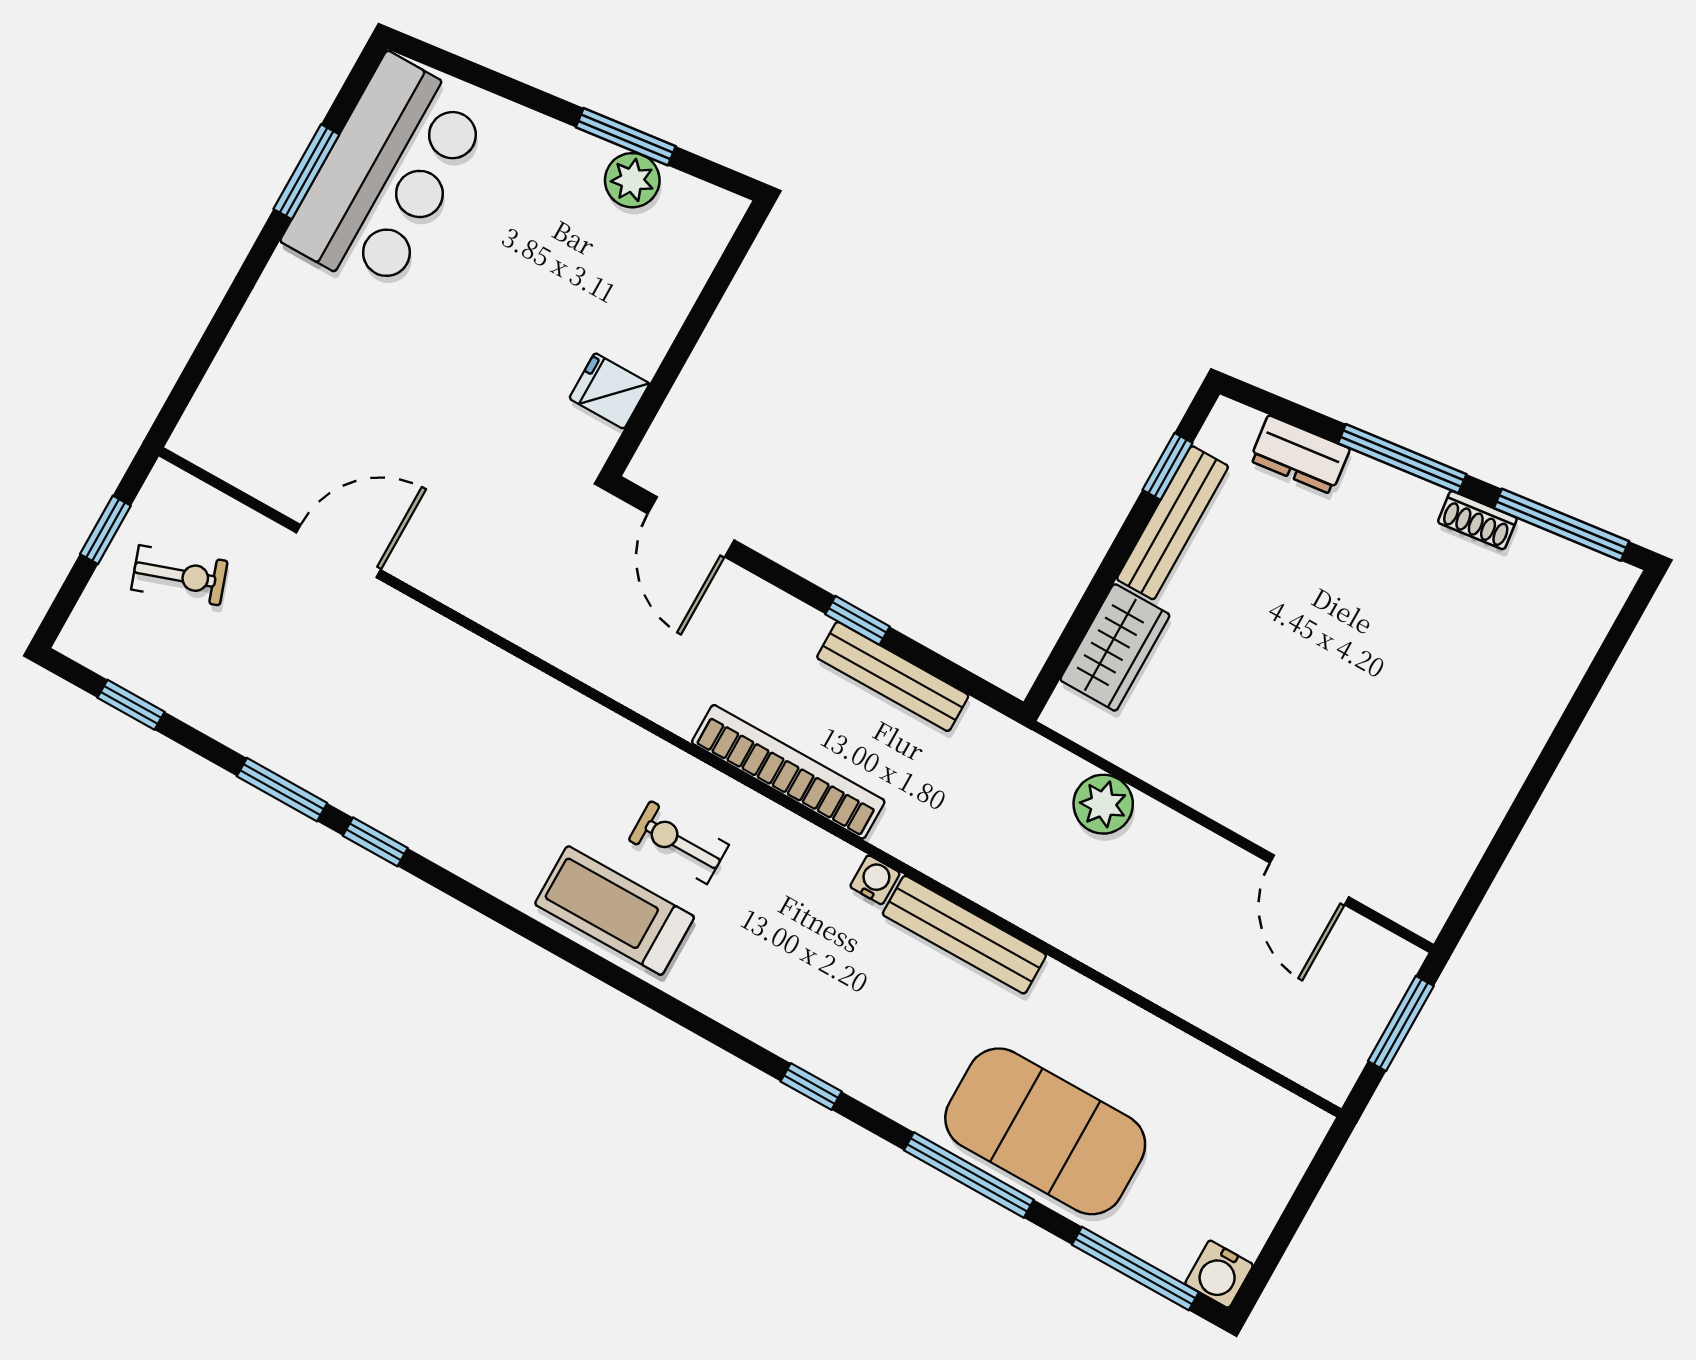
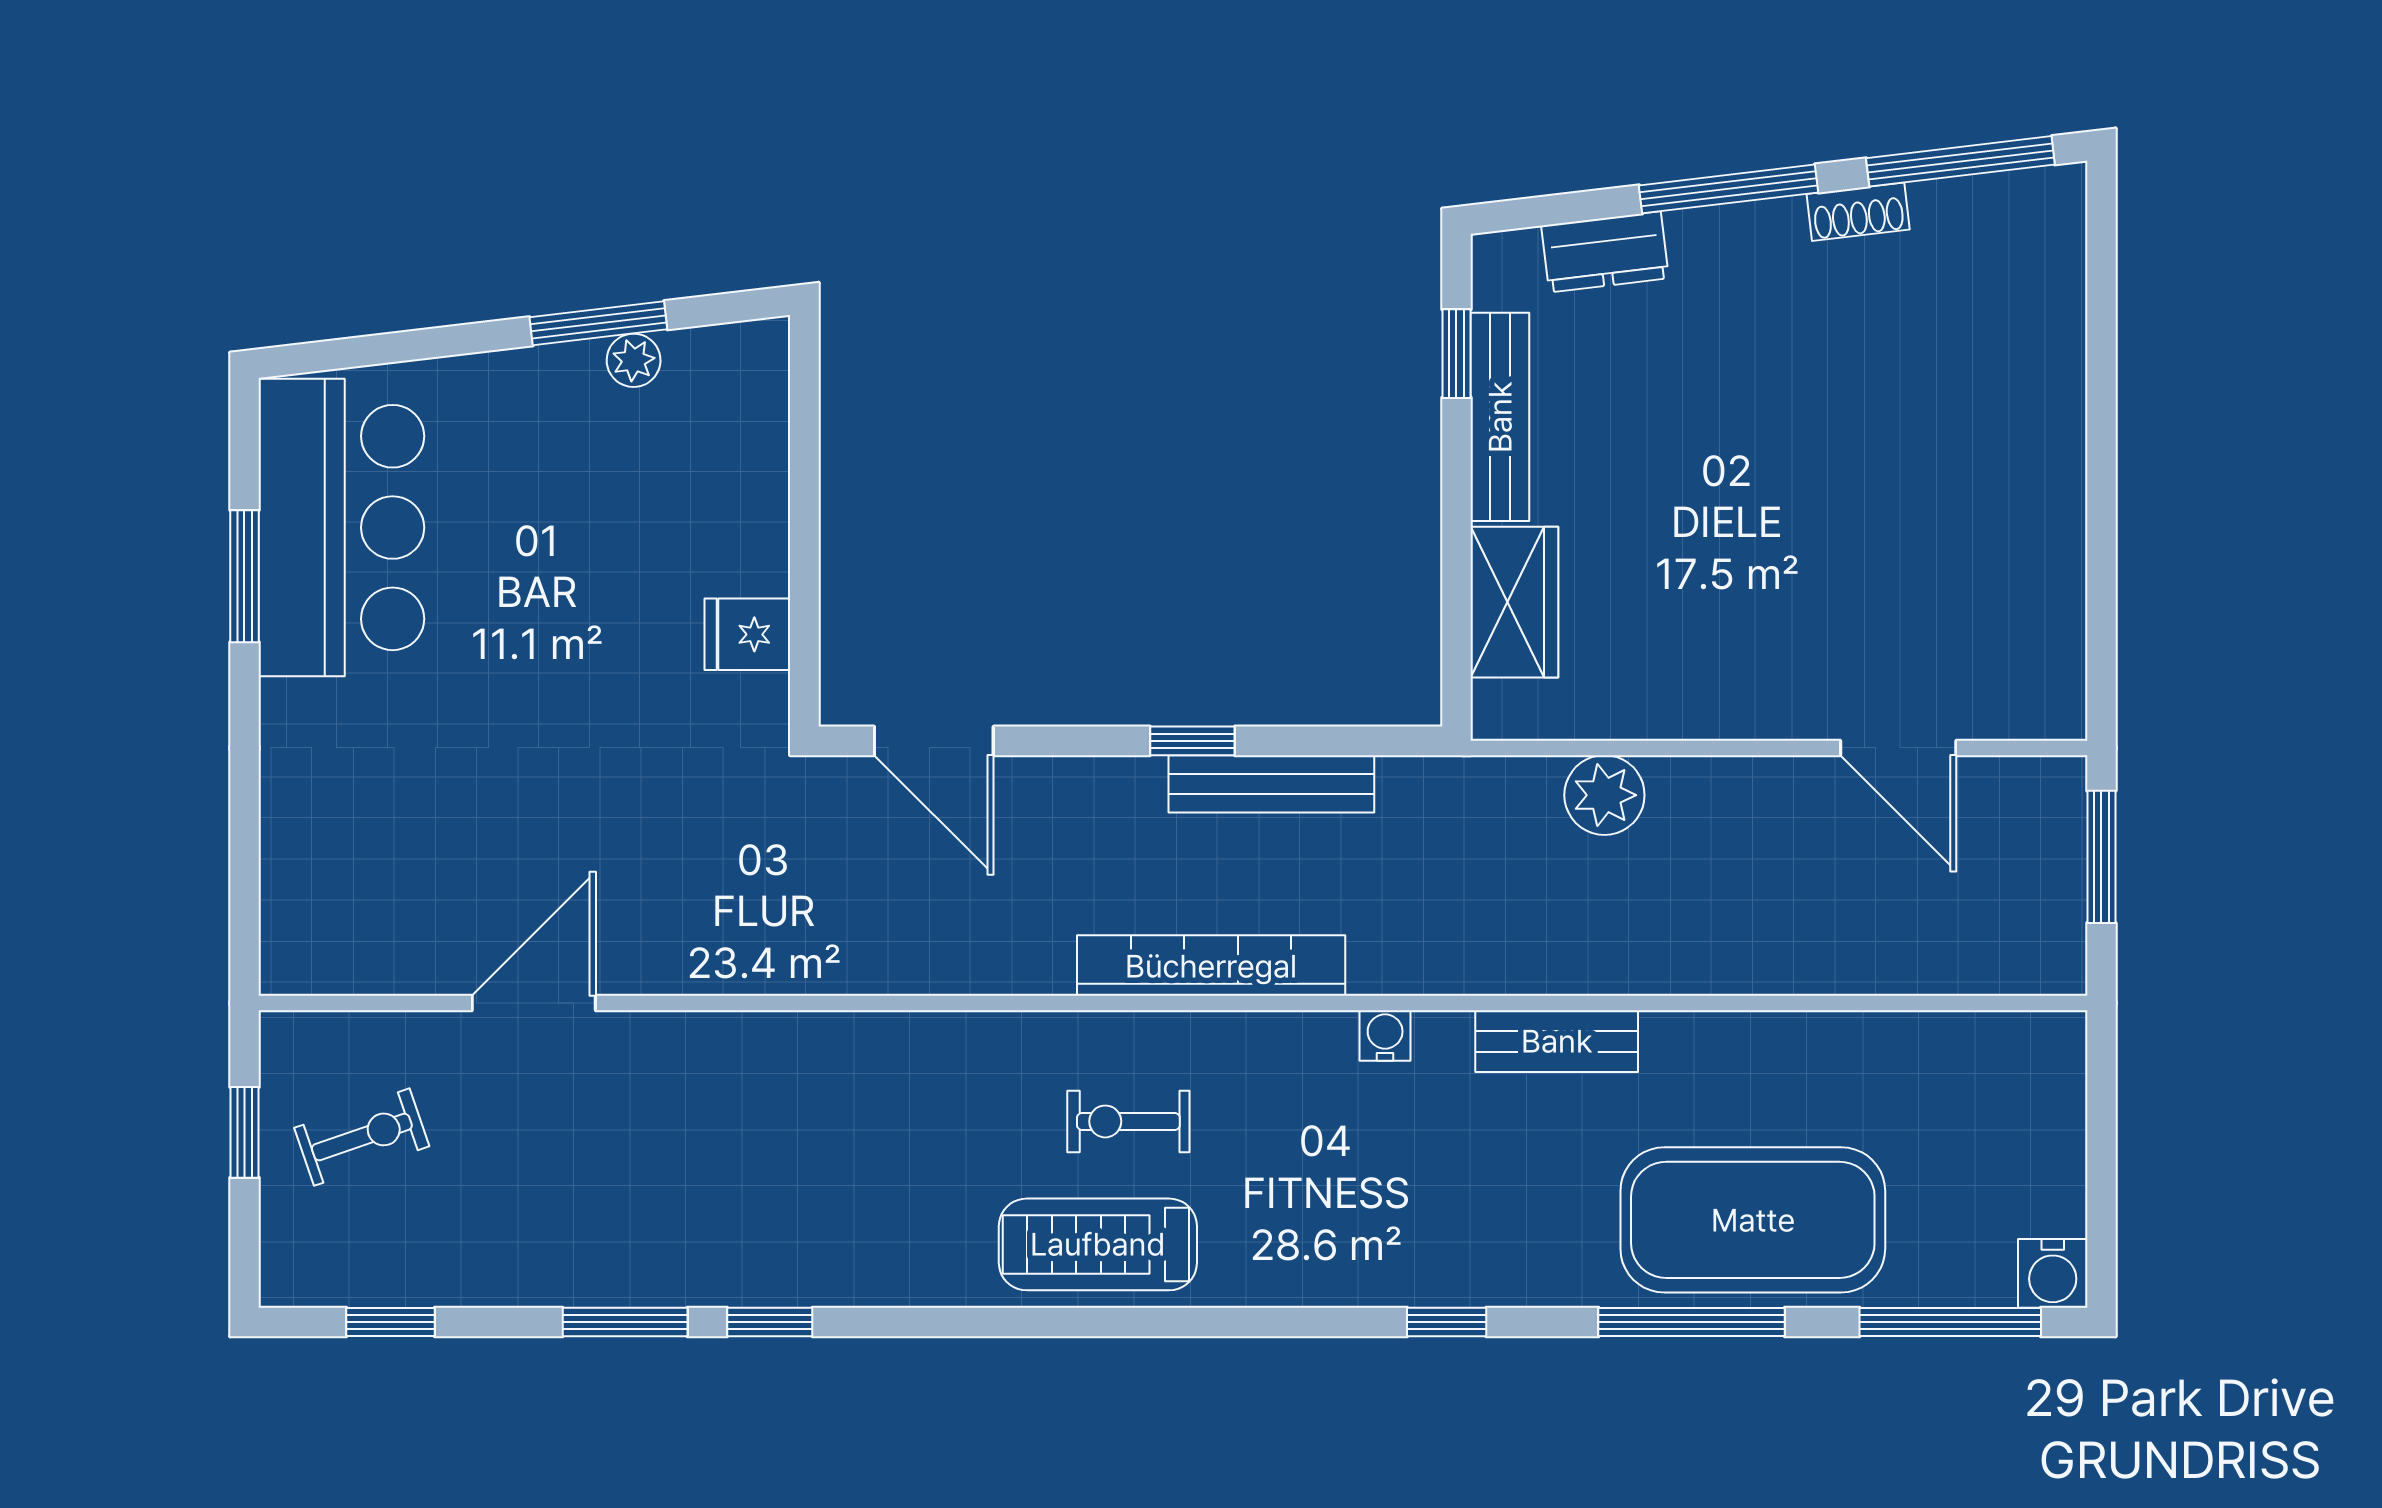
plant: (632, 180) -> (634, 360), width x0.73, depth x0.73
bench: (964, 935) -> (1557, 1041), width x0.73

